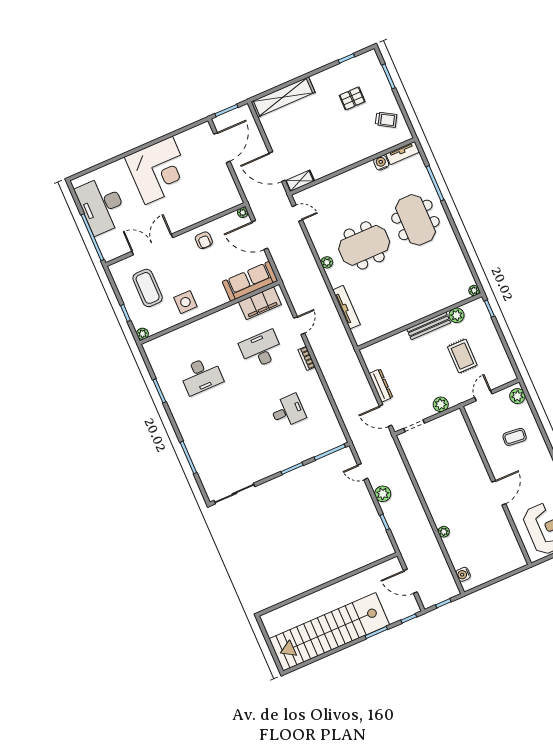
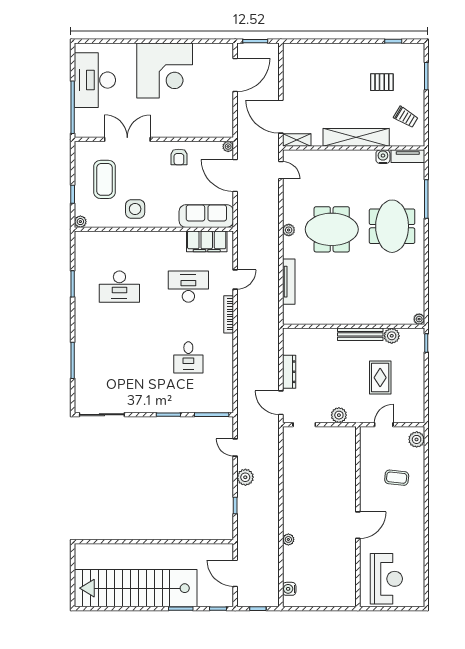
shelving: (283, 97) -> (356, 137), moved
bookcase: (307, 358) -> (229, 314), width x1.56
desk: (288, 411) -> (188, 357), turned 90

